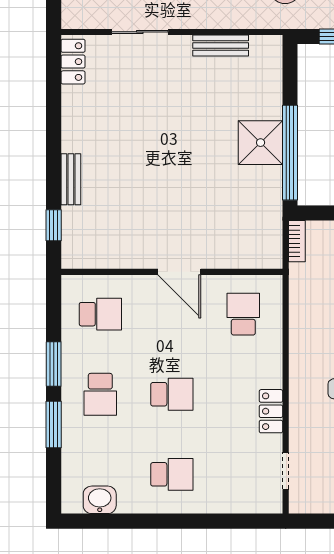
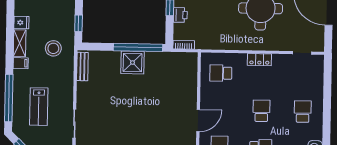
bench: (221, 46) -> (82, 67), moved
door: (179, 272) -> (198, 121), moved
locker: (271, 411) -> (259, 60), moved

